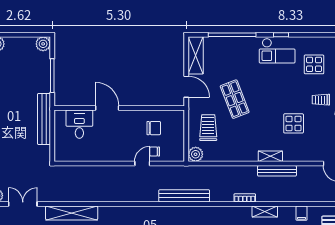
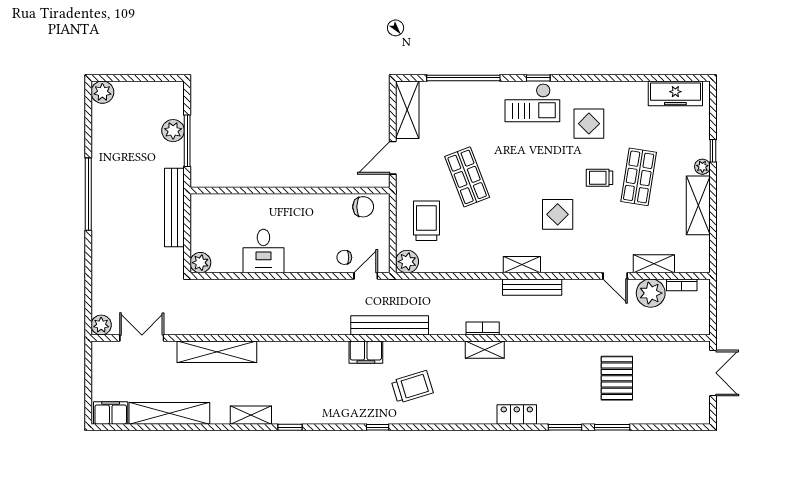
plant: (43, 44) -> (173, 131), moved
door: (186, 87) -> (393, 158), swing flipped
door: (107, 108) -> (271, 191), removed
desk: (79, 124) -> (263, 251), moved, turned 180
chair: (154, 128) -> (363, 207), moved
plant: (61, 155) -> (200, 263), added
door: (142, 164) -> (366, 276), moved
shelving: (265, 212) -> (485, 350), moved
filing cabinet: (302, 213) -> (366, 352), moved, width x2.00

